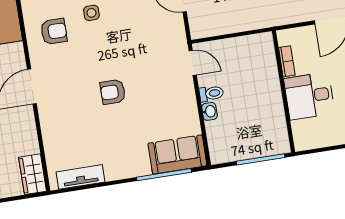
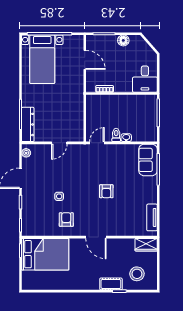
desk: (309, 96) -> (145, 79), moved

